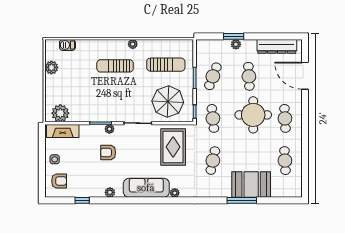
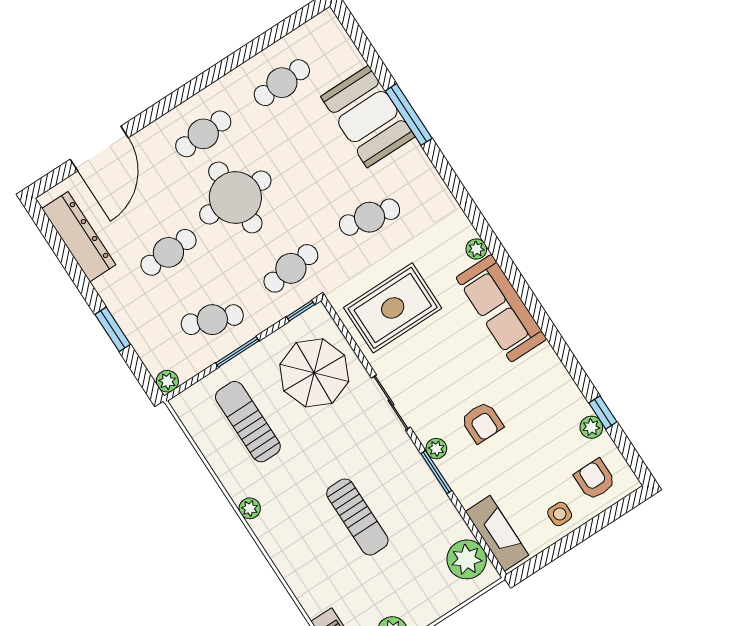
plant: (236, 44) -> (167, 381), moved
sun lounger: (115, 66) -> (357, 517), moved
plant: (110, 192) -> (591, 427), moved

